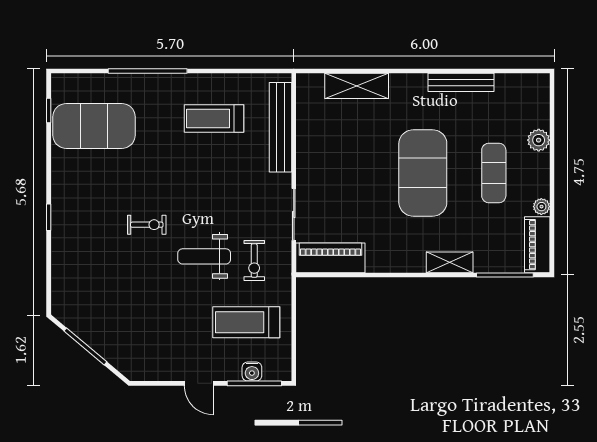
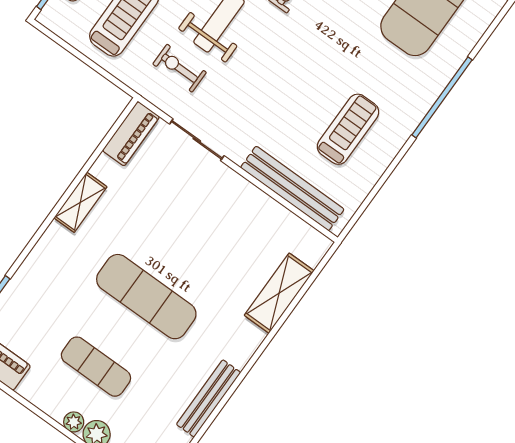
exercise mat: (423, 173) -> (146, 297), width x0.68
plant: (541, 207) -> (74, 422), moved
piano: (330, 258) -> (131, 134), width x0.73, depth x0.75
shelving: (450, 262) -> (80, 202), moved

